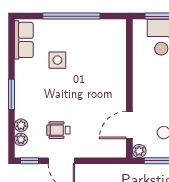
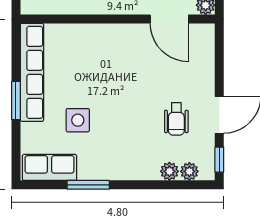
window: (71, 16) -> (16, 100), width x0.47
row of seats: (91, 27) -> (32, 72), added
window: (11, 94) -> (88, 185), moved

